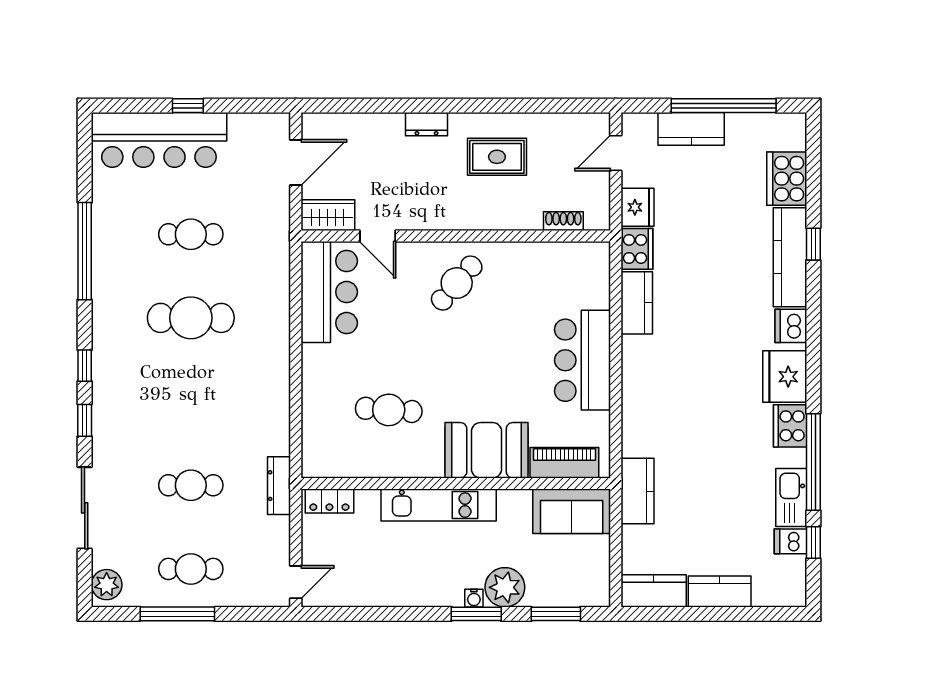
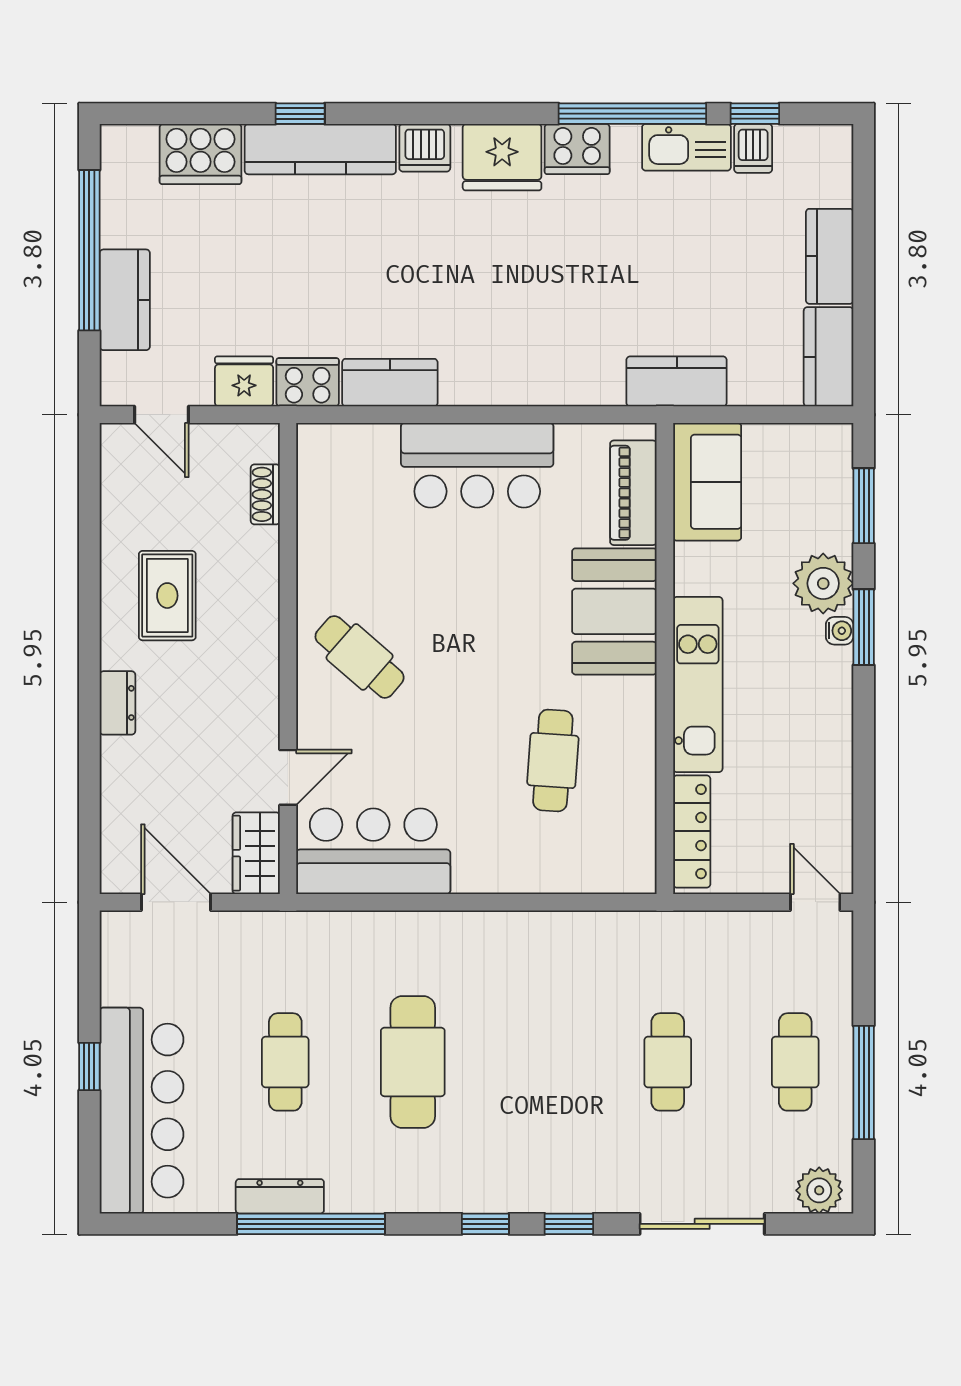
dresser: (279, 486) -> (280, 1196), moved, turned 180
locker: (329, 501) -> (692, 831), width x1.53

